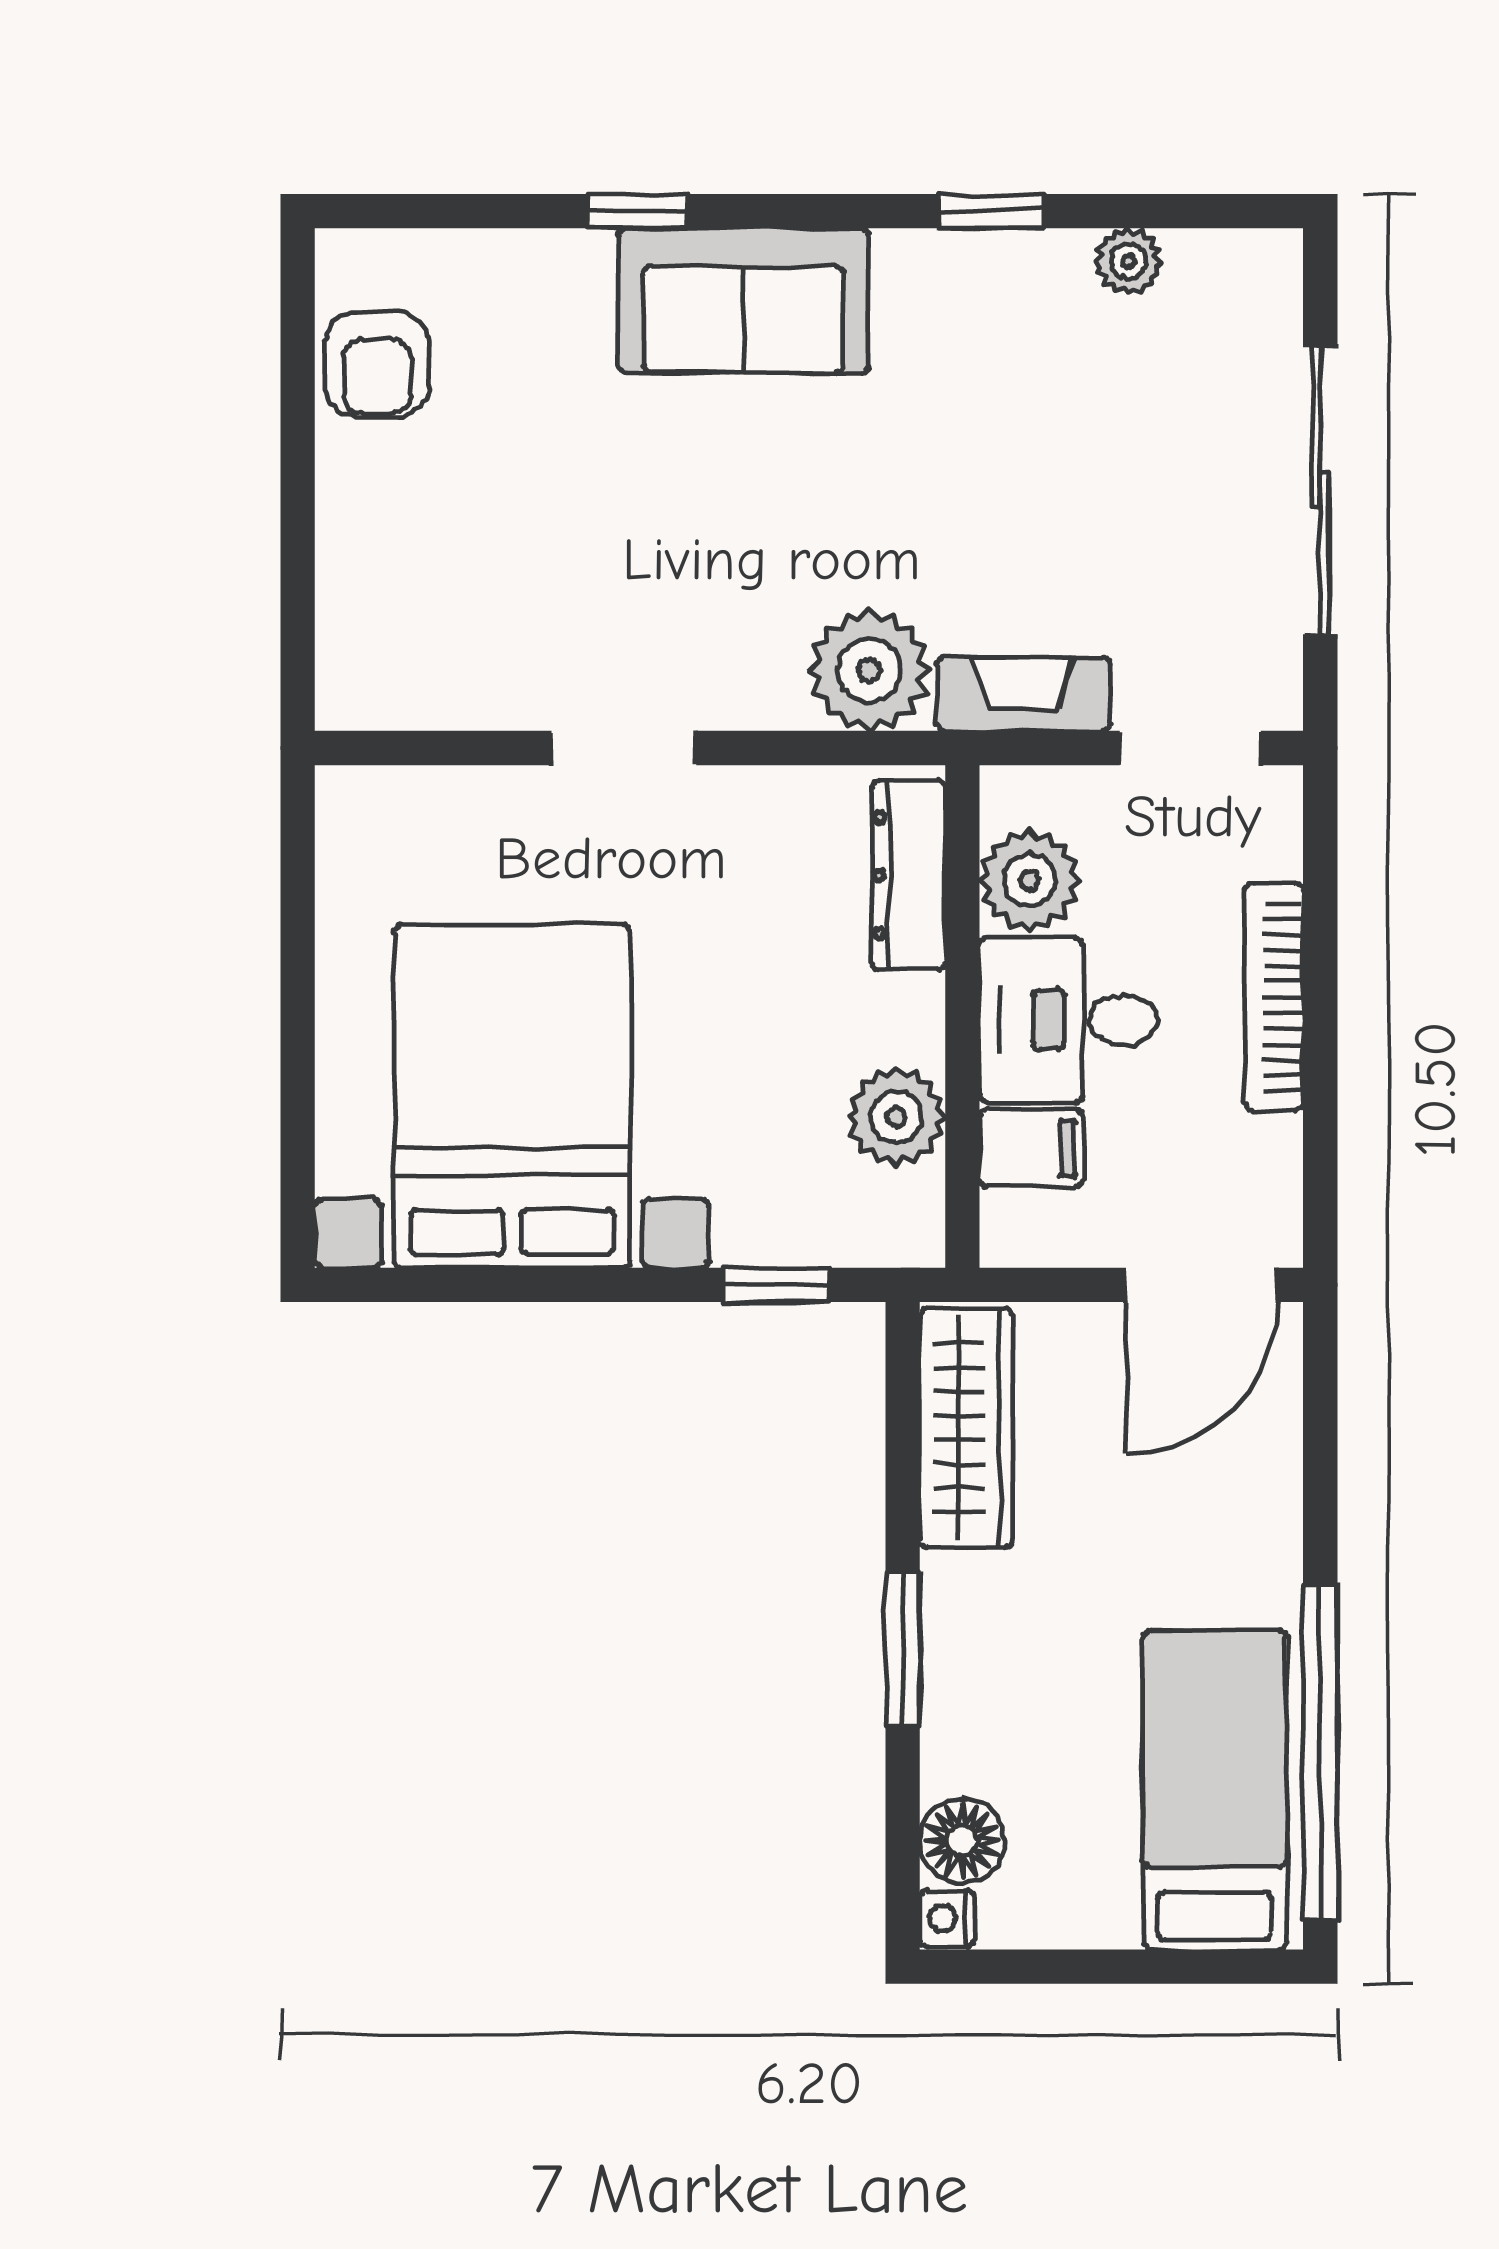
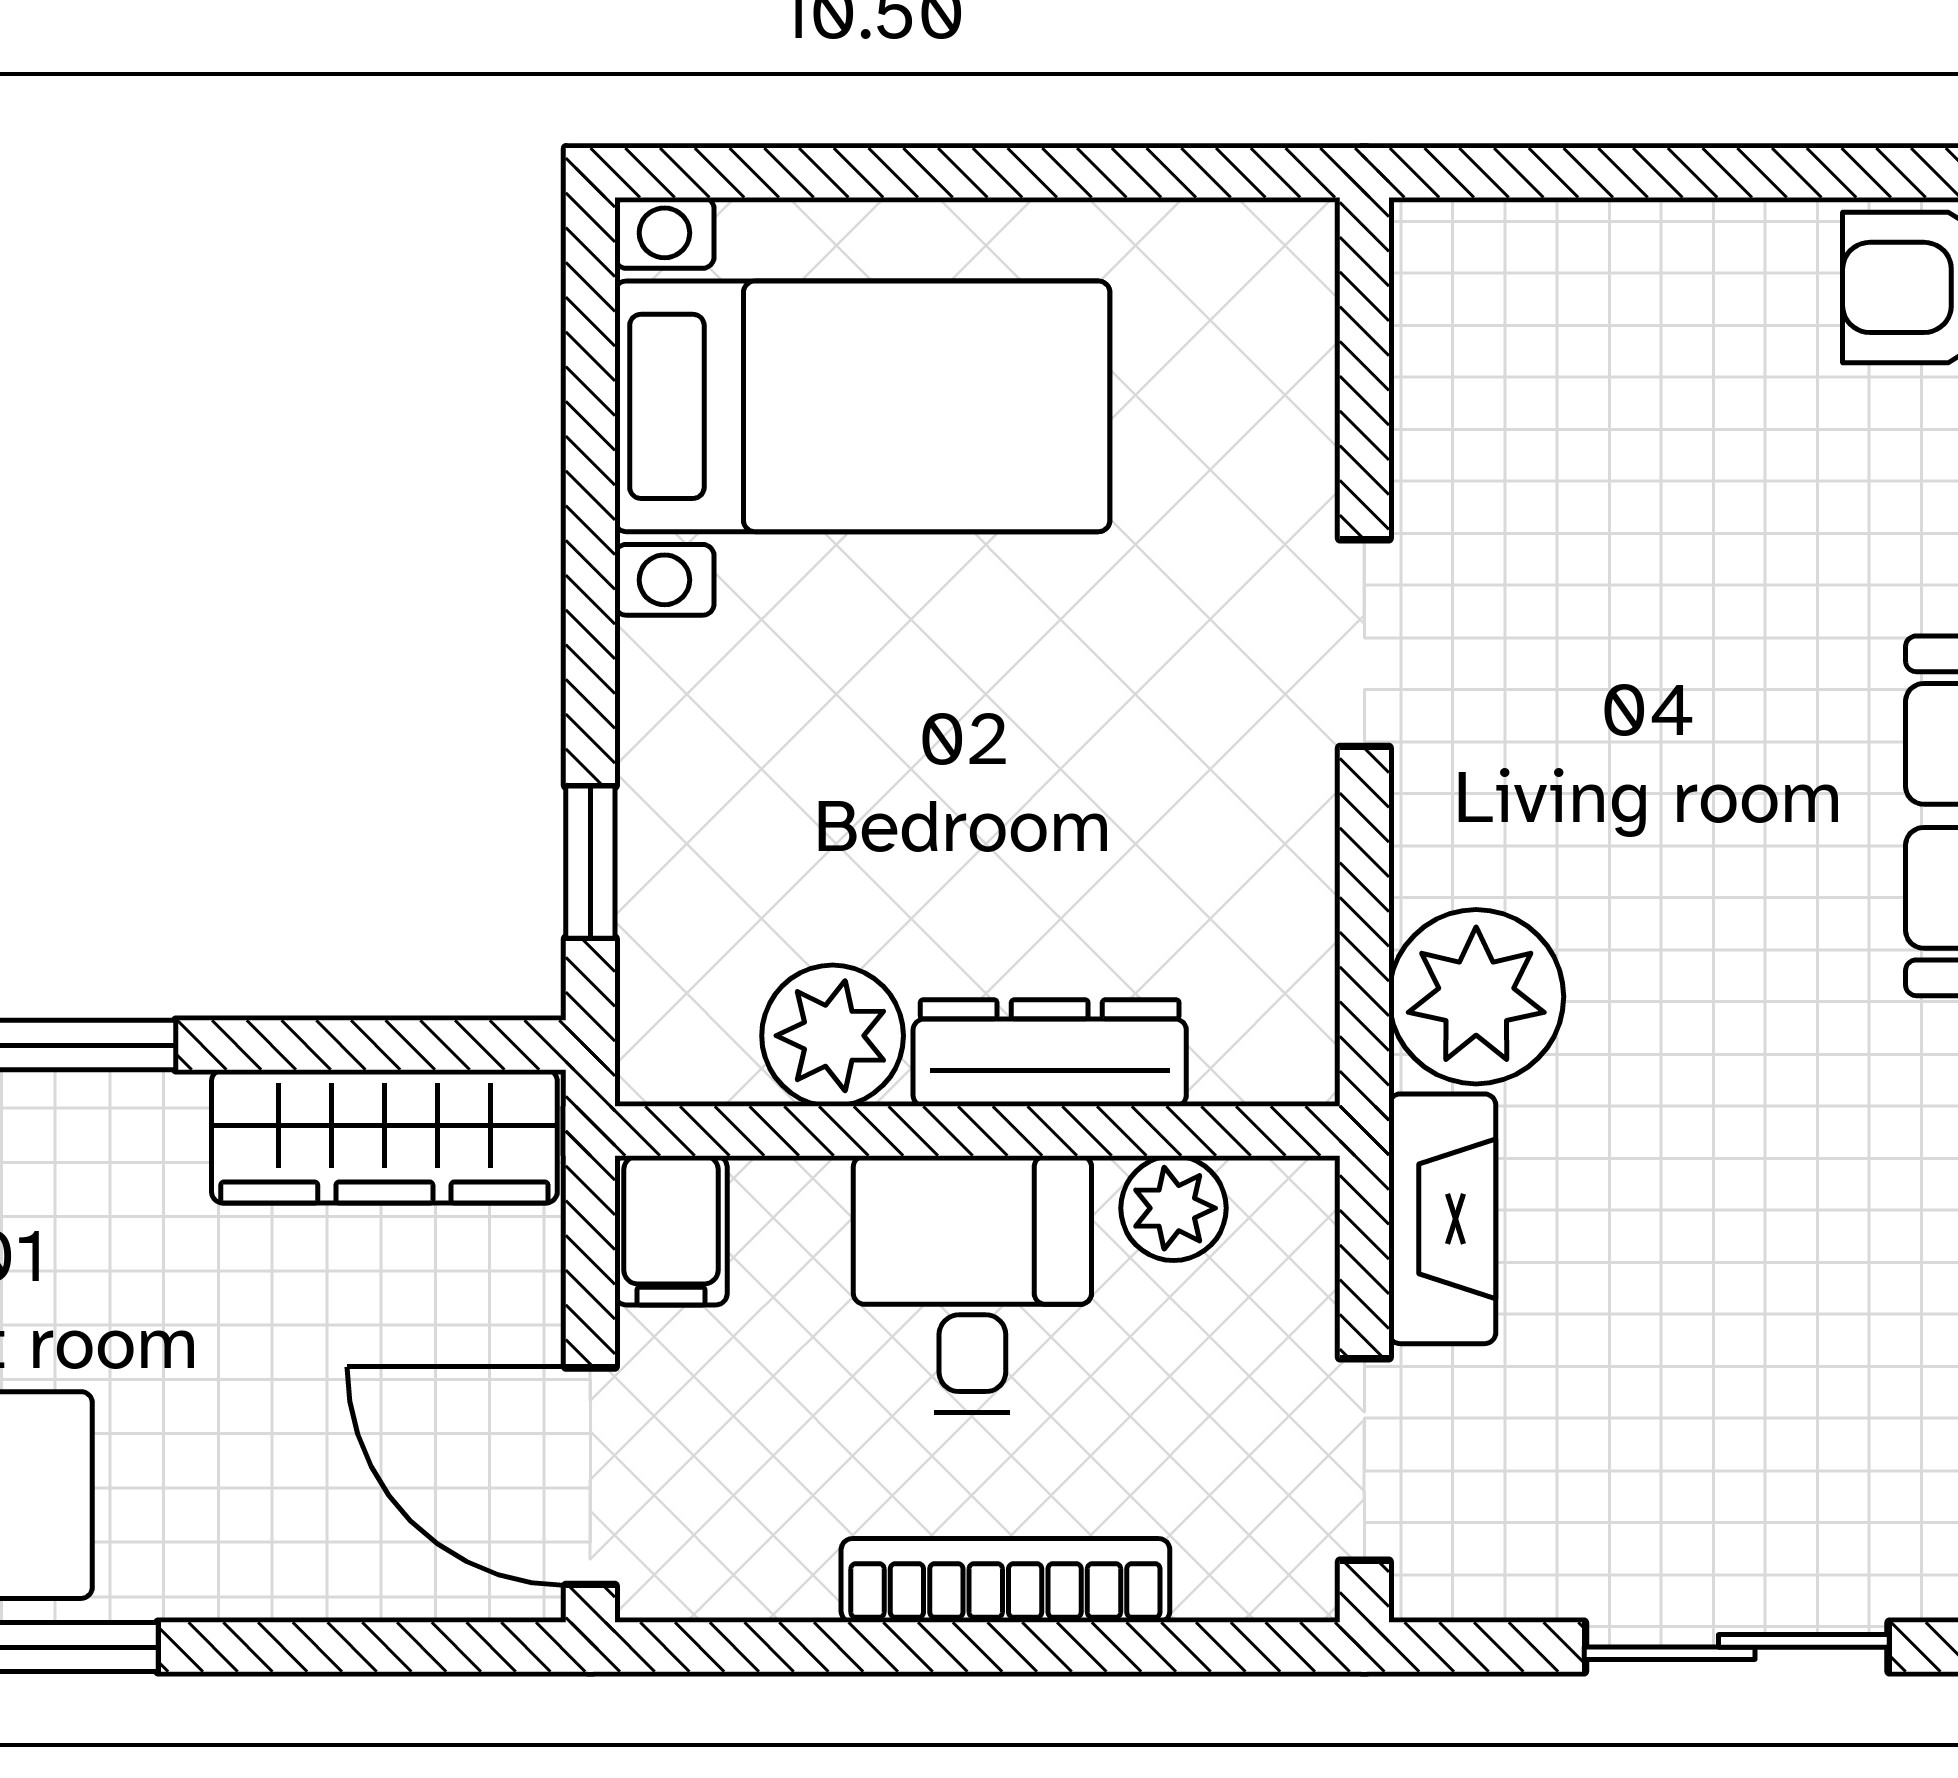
sliding door: (1320, 490) -> (1737, 1647), width x0.73
dresser: (908, 875) -> (1050, 1053), moved
plant: (1030, 880) -> (1173, 1208), width x0.73, depth x0.73
bed with nightstands: (512, 1096) -> (862, 406), width x0.73
filing cabinet: (1031, 1148) -> (671, 1230), moved

